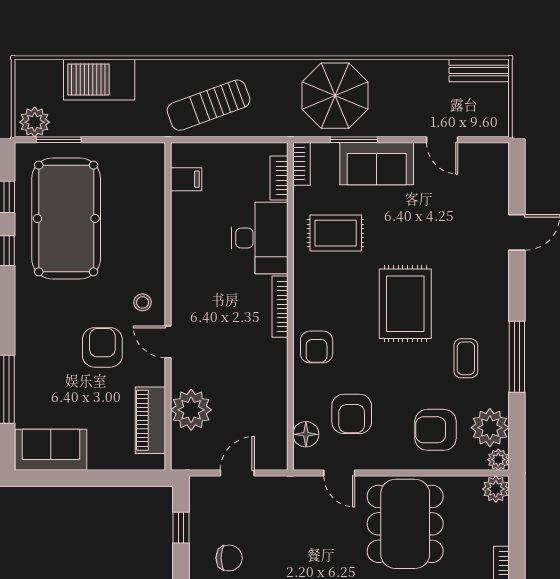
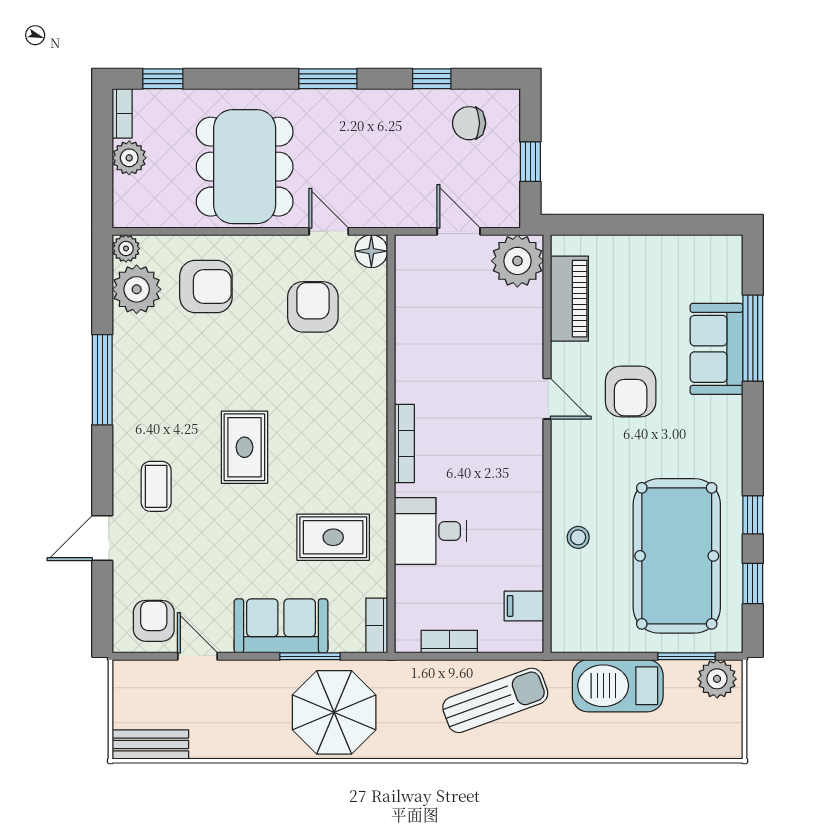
barbecue: (99, 80) -> (618, 686), moved, turned 180
bookcase: (279, 178) -> (449, 642), moved, turned -90
desk: (260, 238) -> (430, 531), width x0.73
stool: (143, 302) -> (578, 537), moved
rug: (405, 304) -> (244, 447), width x0.73, depth x0.70
armchair: (317, 347) -> (154, 621), moved
coffee table: (466, 358) -> (156, 486), moved
plant: (191, 410) -> (517, 261), moved
floor lamp: (306, 434) -> (371, 251), moved
sofa: (51, 450) -> (716, 349), moved, turned 90
door: (237, 473) -> (459, 231), swing flipped
plant: (496, 489) -> (129, 158), moved

